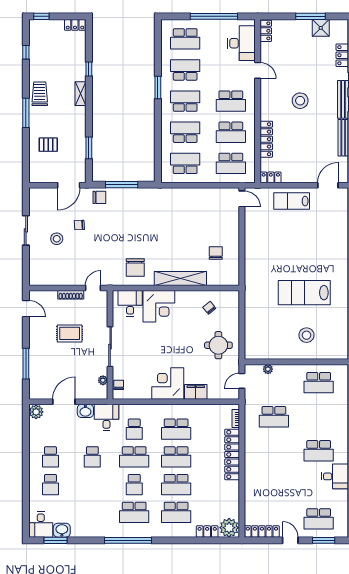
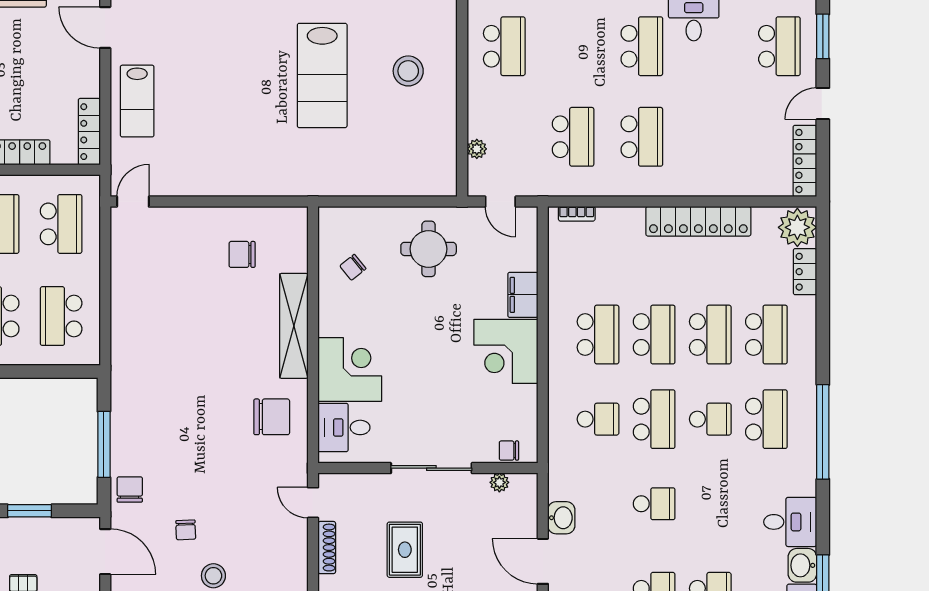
locker: (271, 177) -> (89, 132), width x1.53
desk: (106, 417) -> (790, 522), moved, turned 180
school desk: (274, 451) -> (642, 137), added
locker: (232, 455) -> (698, 221), moved

